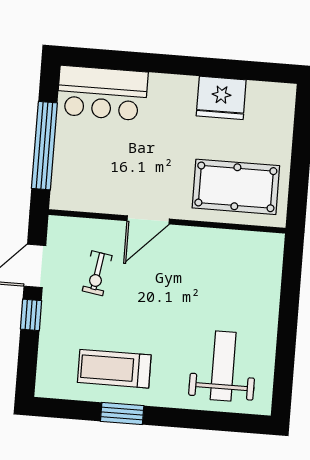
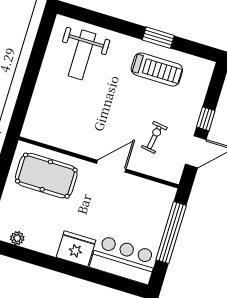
plant: (257, 91) -> (17, 238), added
fridge: (221, 98) -> (76, 249), moved

